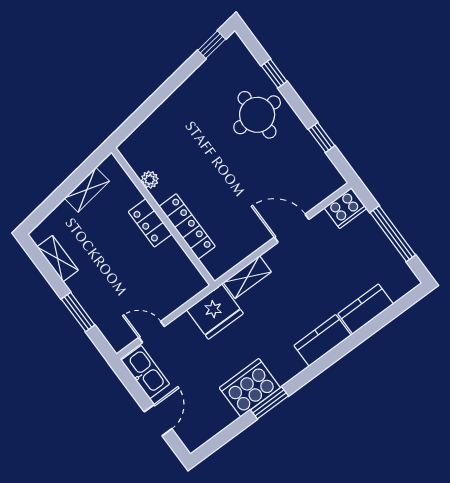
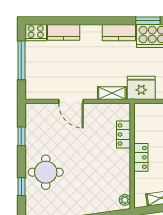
plant: (150, 180) -> (125, 200), moved
cooker: (345, 208) -> (36, 33), moved, turned 180
locker: (187, 226) -> (123, 134), width x0.66
kitchen counter: (323, 340) -> (119, 33), moved

